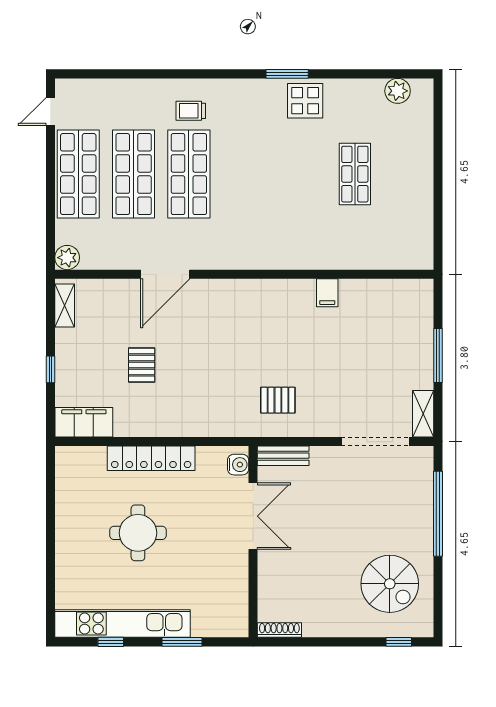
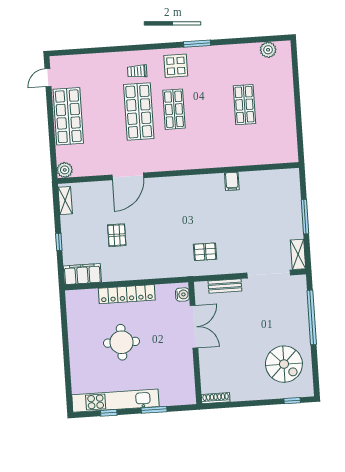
display table: (305, 101) -> (176, 66), moved
shop shelf: (134, 174) -> (174, 109), moved, width x0.70, depth x0.74
bench: (283, 456) -> (225, 286), moved

